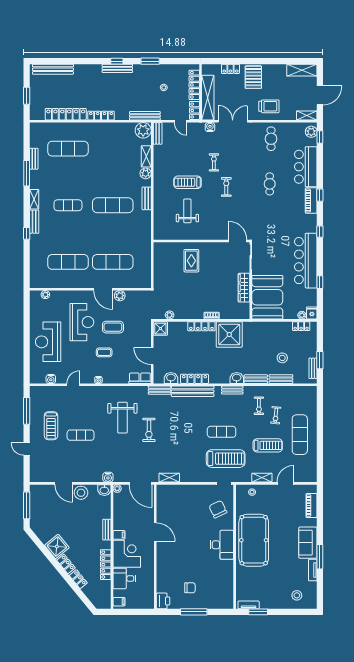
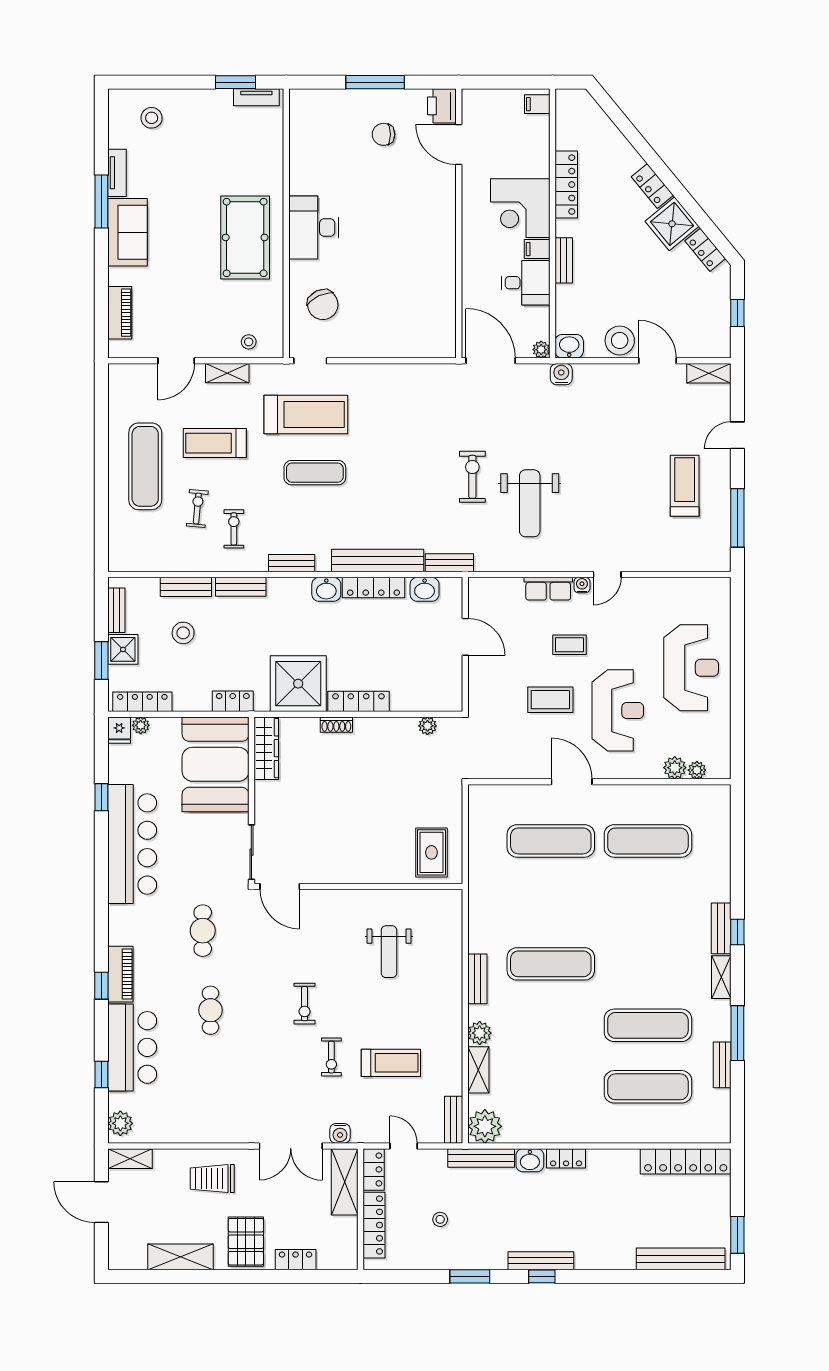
shelving: (302, 70) -> (181, 1257), moved
door: (320, 95) -> (101, 1202), hinge flipped
window: (27, 96) -> (737, 1235), moved
shelving: (208, 98) -> (345, 1182), width x0.68
locker: (66, 114) -> (686, 1161), moved
washbasin: (122, 115) -> (530, 1160), added
locker: (101, 116) -> (566, 1158), width x0.66
window: (320, 137) -> (101, 1074), moved
cafe table: (271, 139) -> (203, 931), moved
treadmill: (188, 182) -> (391, 1063), moved
exercise mat: (68, 205) -> (648, 1025), moved, width x1.36, depth x1.45
window: (320, 232) -> (101, 907), removed
window: (27, 233) -> (737, 932), moved
rug: (191, 261) -> (431, 852), moved
wardrobe: (244, 288) -> (266, 748), moved
plant: (120, 296) -> (675, 768), moved
reception desk: (82, 322) -> (618, 710), turned 180
locker: (259, 326) -> (233, 701), added
locker: (301, 326) -> (142, 702), width x1.53
shower: (160, 329) -> (123, 649), moved
window: (320, 360) -> (101, 661), moved
row of seats: (140, 378) -> (548, 589), moved
washbasin: (237, 378) -> (326, 589), moved
water cooler: (51, 379) -> (685, 587), removed
door: (73, 385) -> (607, 575), moved
weight bench: (122, 418) -> (530, 503), turned 180
exercise mat: (81, 435) -> (621, 465), removed
door: (27, 449) -> (737, 435), swing flipped
treadmill: (226, 459) -> (306, 415), turned 180
shelving: (169, 478) -> (709, 373), moved
window: (27, 505) -> (737, 313), width x0.46
door: (155, 532) -> (459, 144), moved
pool table: (254, 540) -> (245, 237), width x0.73, depth x0.76
desk: (124, 578) -> (526, 283), moved
locker: (78, 579) -> (705, 250), moved

